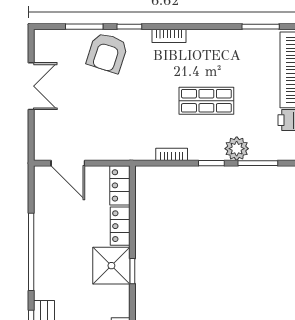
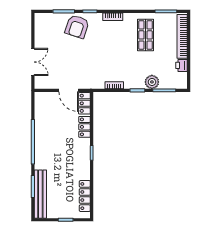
double door: (31, 86) -> (33, 62), moved
shop shelf: (206, 101) -> (145, 35), moved, turned 90
door: (68, 163) -> (69, 90), moved
shower: (111, 266) -> (79, 150), removed

